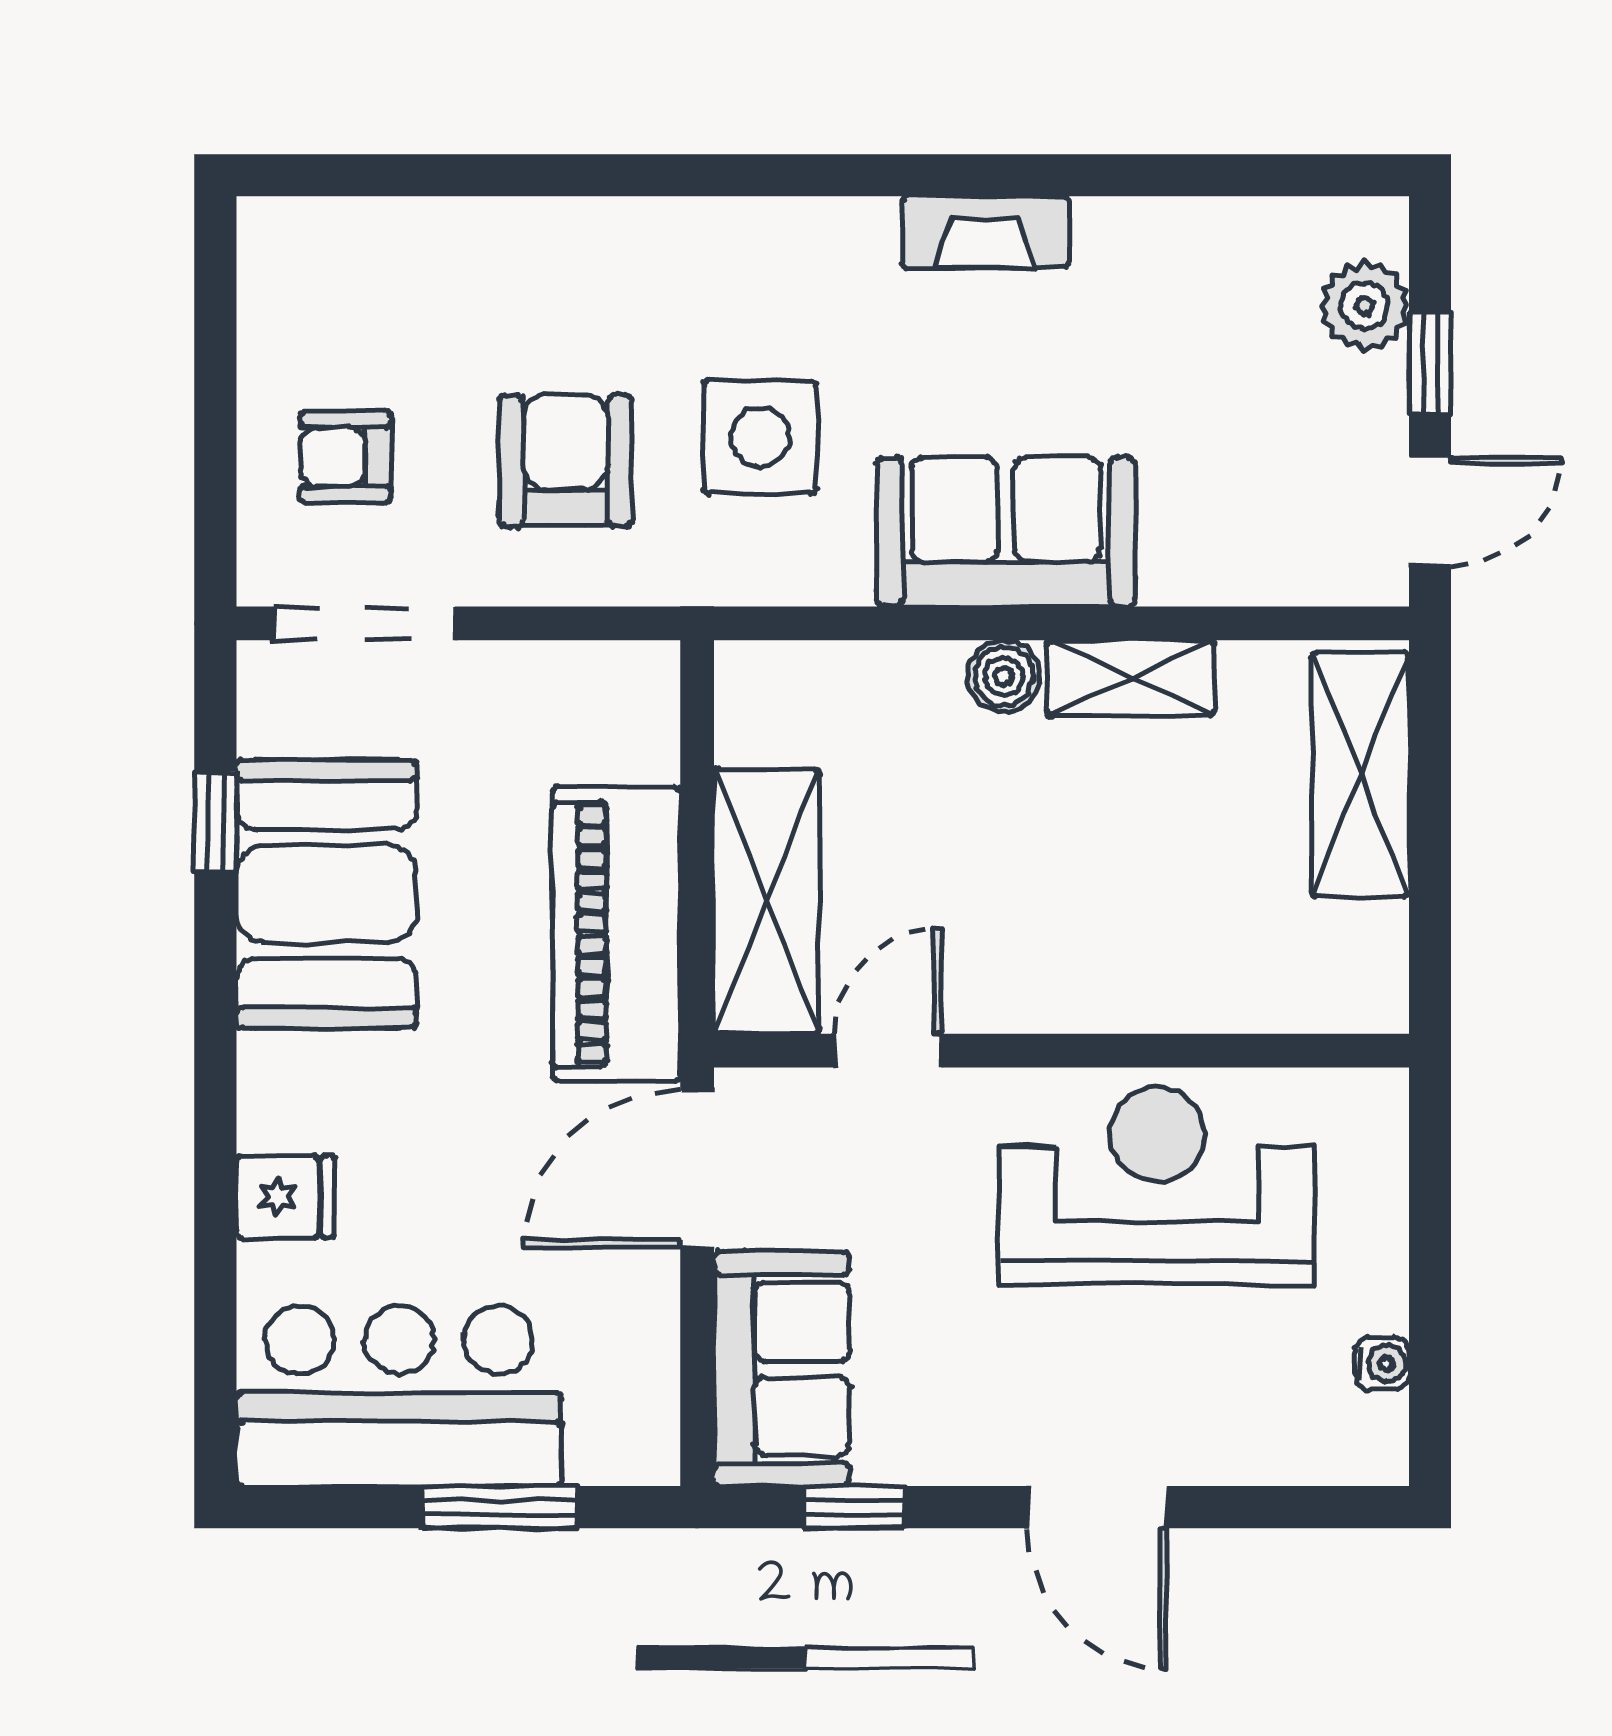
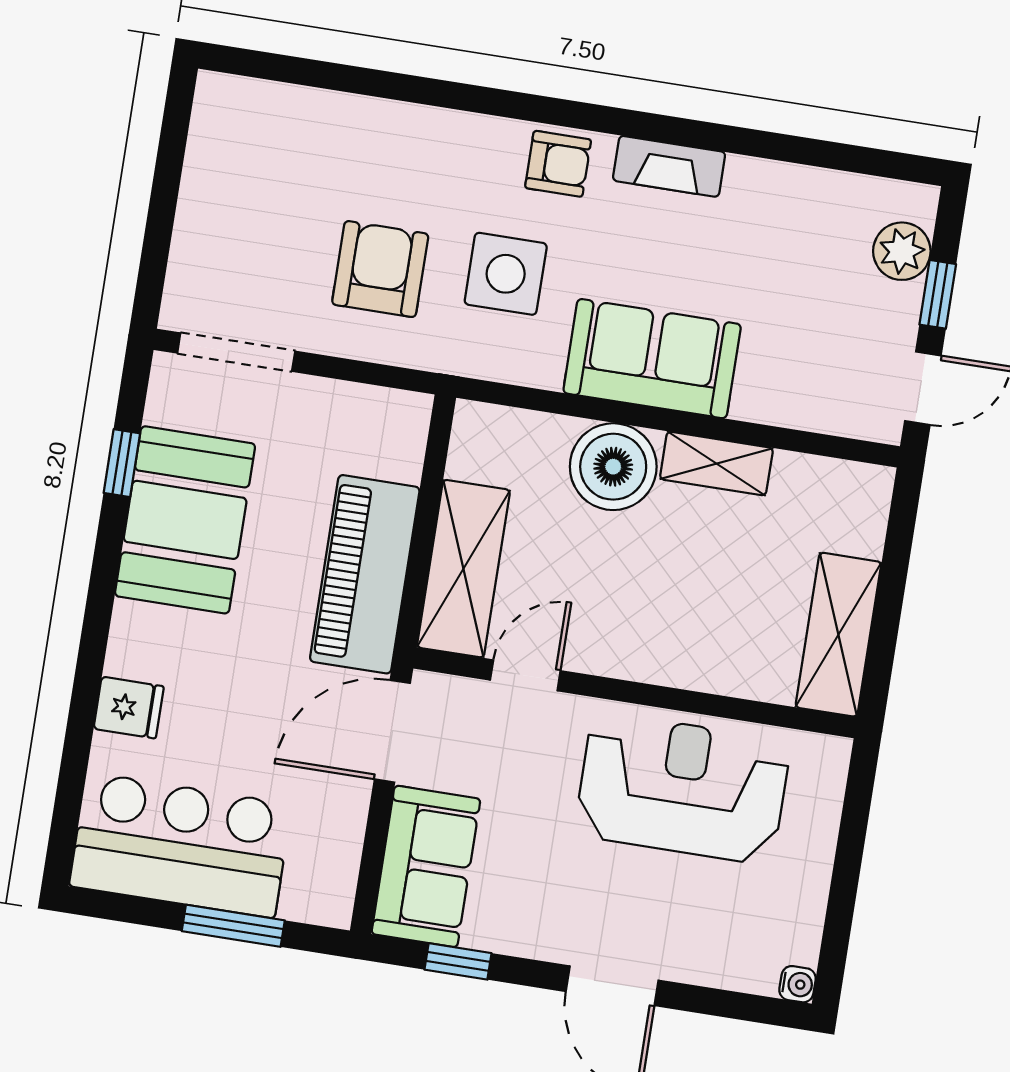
armchair: (346, 457) -> (558, 164), moved, turned 180
boiler: (1004, 676) -> (613, 467), width x1.86, depth x1.86
shelving: (1360, 774) -> (838, 635), moved
water cooler: (1382, 1363) -> (797, 984), moved

